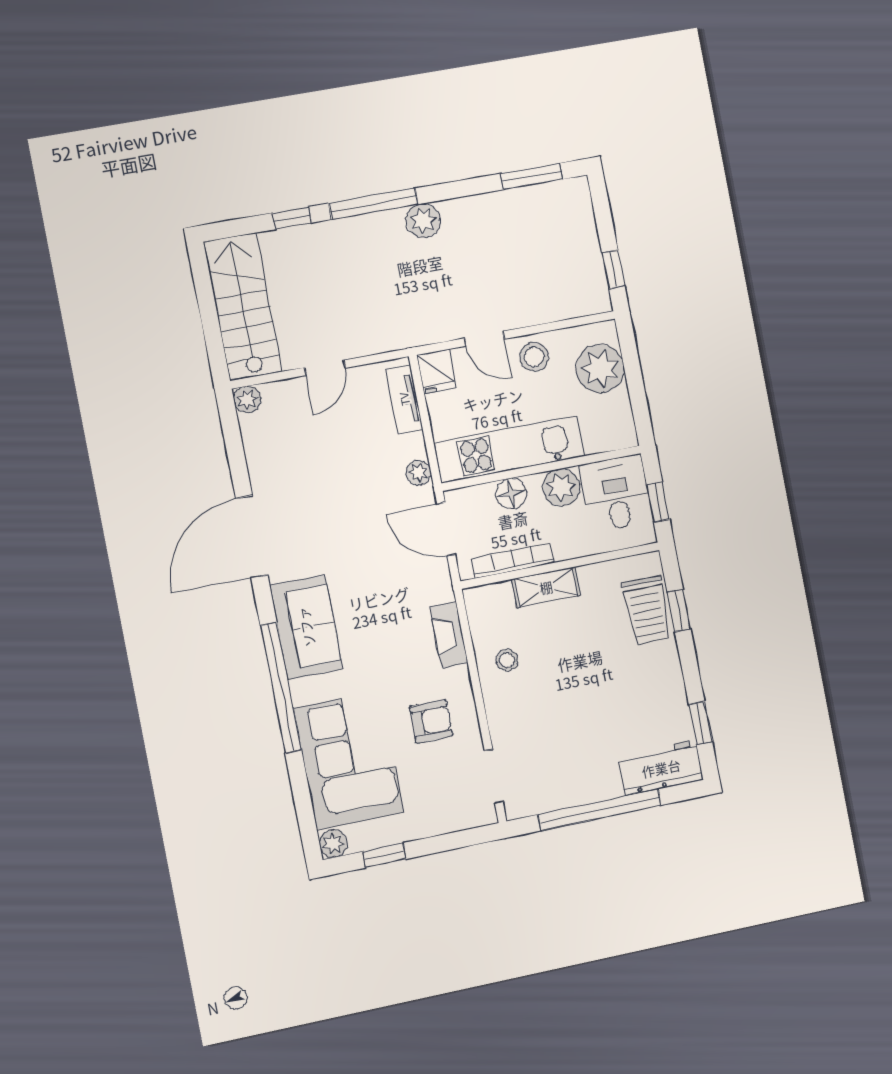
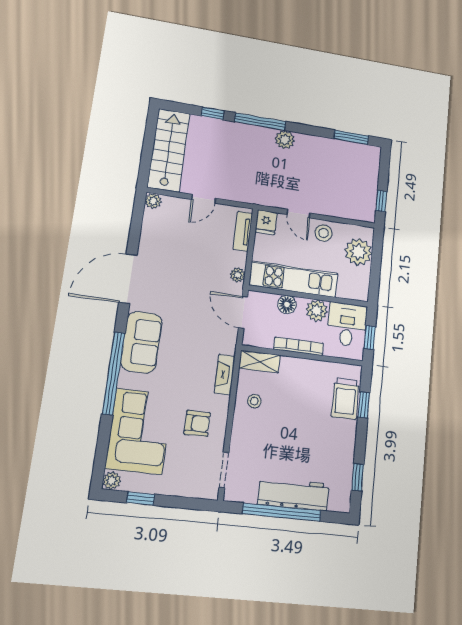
bookcase: (513, 560) -> (299, 346), moved
shelving: (546, 587) -> (260, 362), moved
workbench: (661, 768) -> (293, 494), moved, width x1.38

